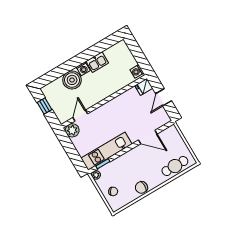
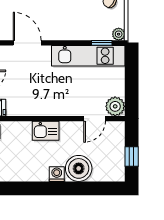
kitchen sink: (97, 62) -> (46, 131), moved, turned 180

